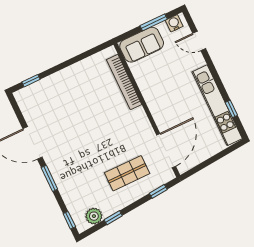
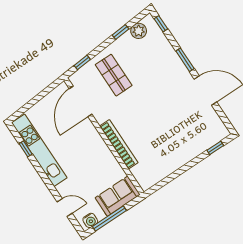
window: (154, 22) -> (109, 219), width x1.44
bookcase: (124, 82) -> (119, 144), moved
shop shelf: (127, 173) -> (114, 75), turned 90

